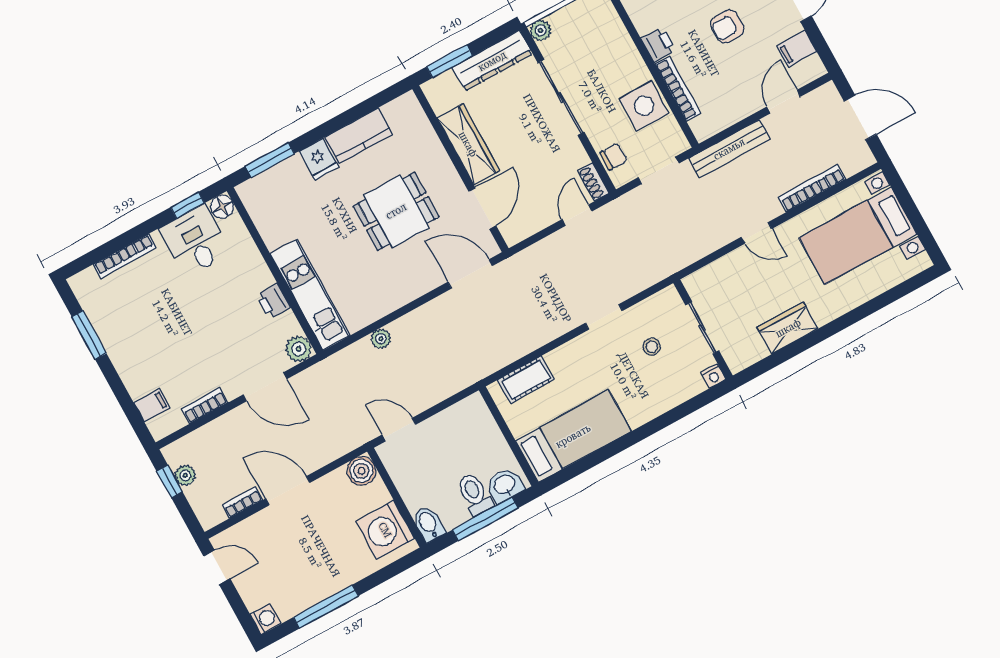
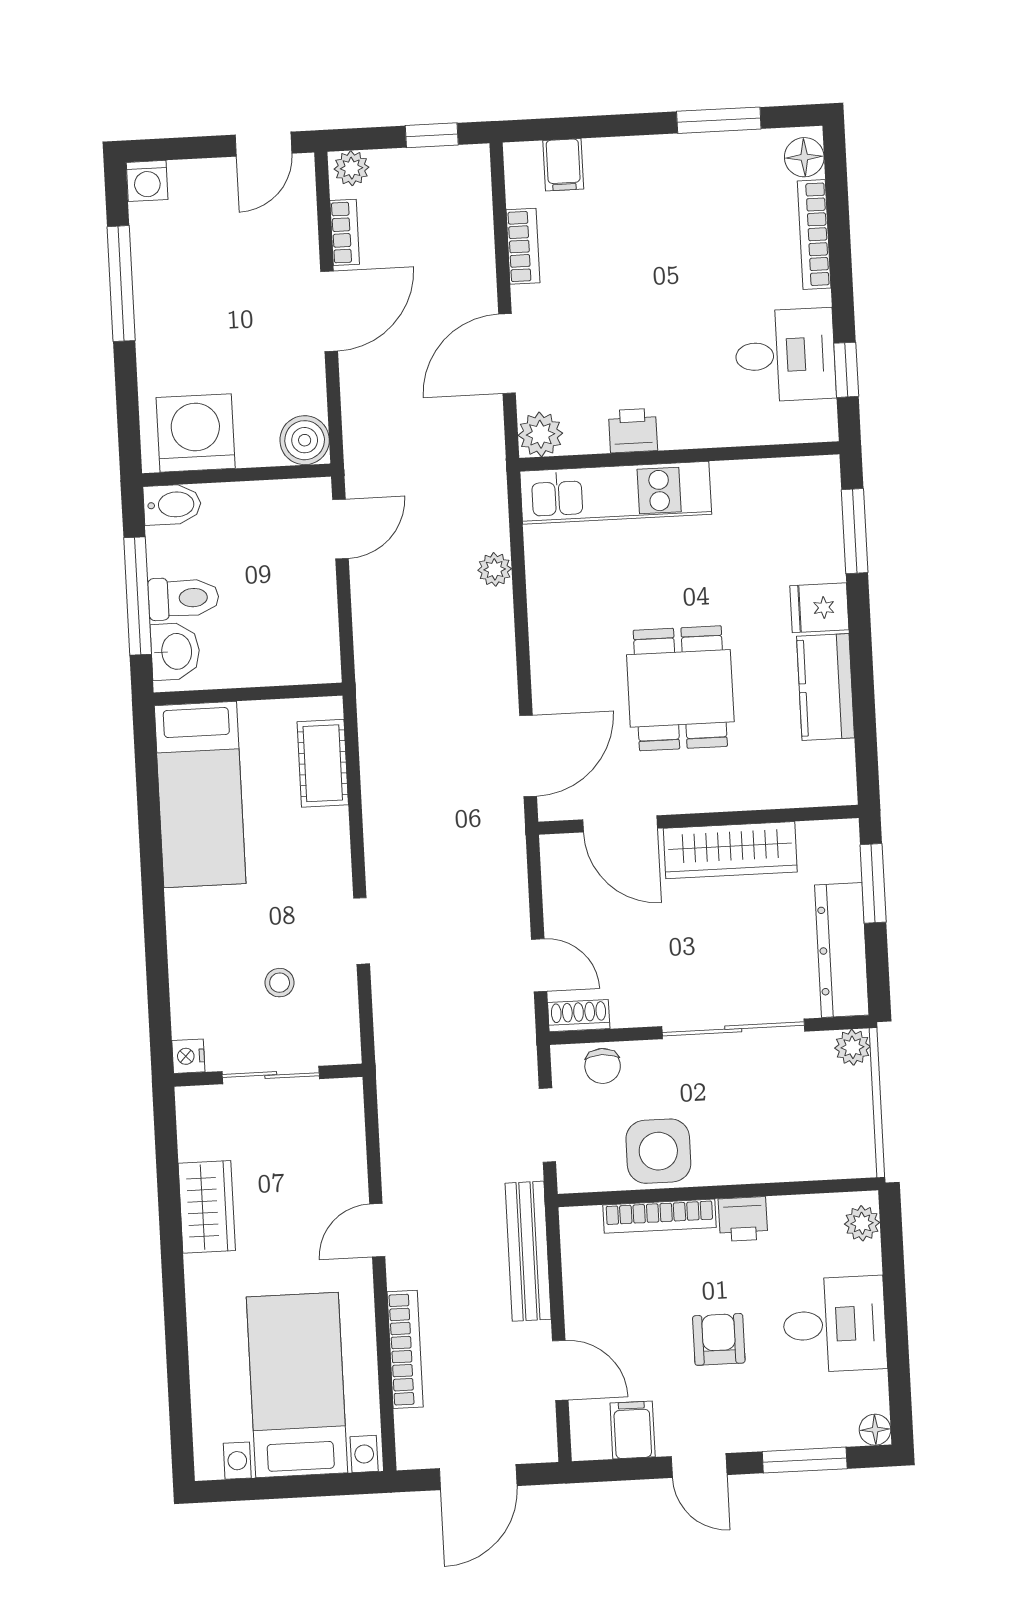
floor lamp: (222, 207) -> (804, 157), moved
plant: (185, 475) -> (351, 168), moved

